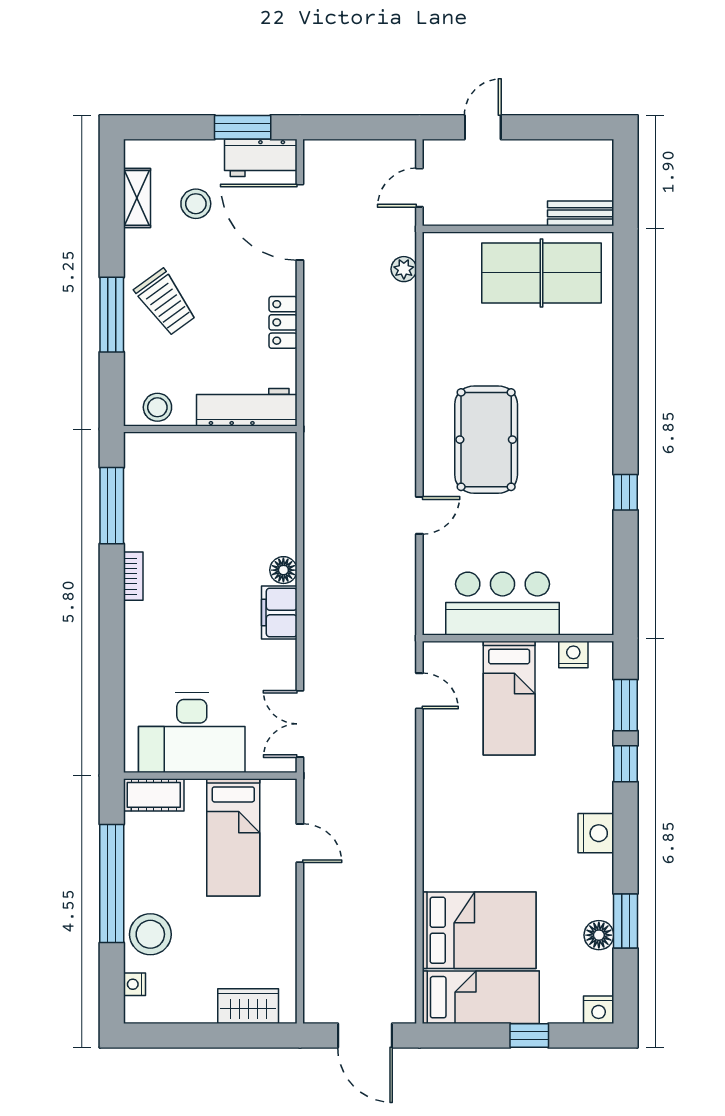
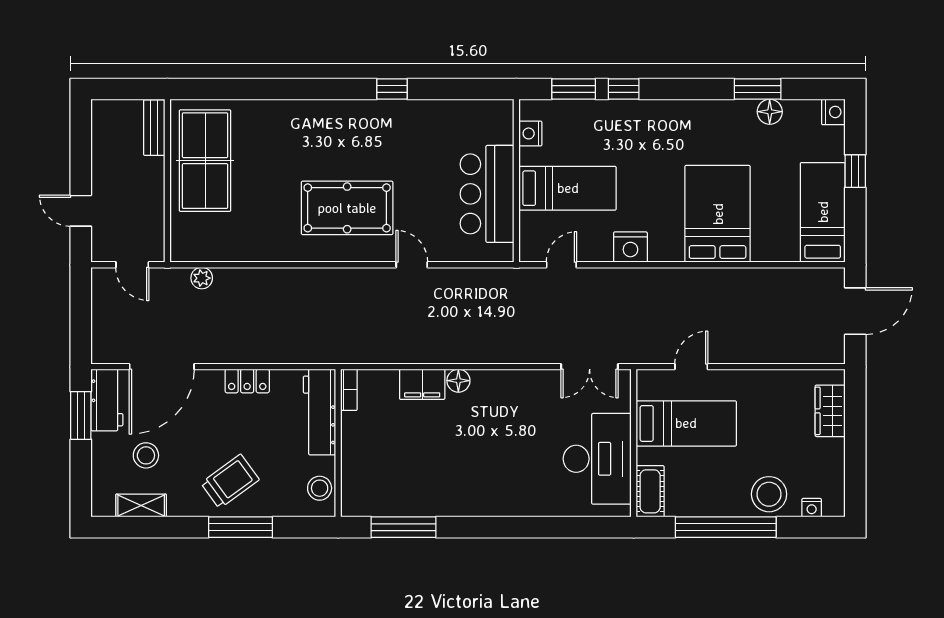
bookcase: (133, 576) -> (349, 390), moved, turned 90
filing cabinet: (279, 613) -> (422, 384), moved
nightstand: (596, 833) -> (630, 247), moved, turned 180
bed: (479, 930) -> (718, 214), moved

